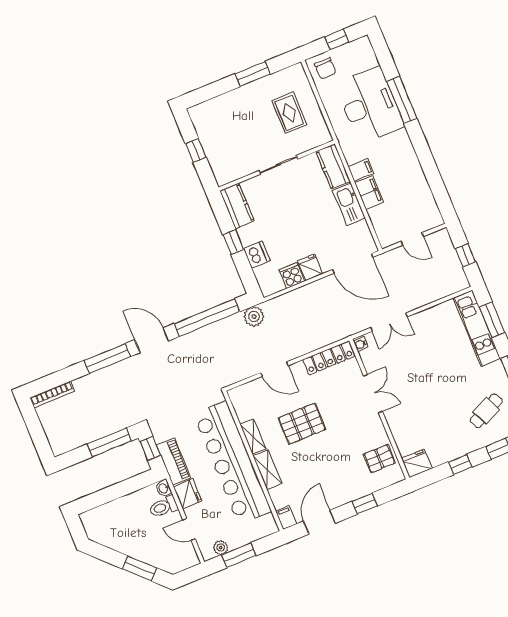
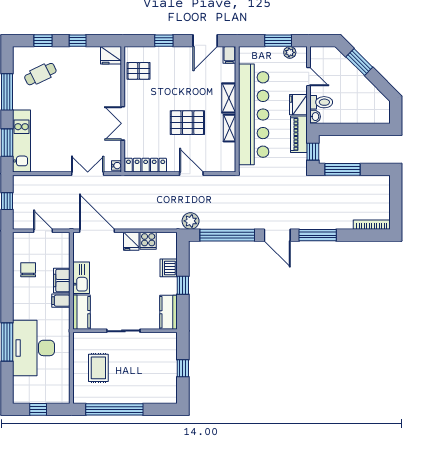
chair: (325, 69) -> (28, 270), moved
window: (253, 74) -> (114, 409), width x2.11

